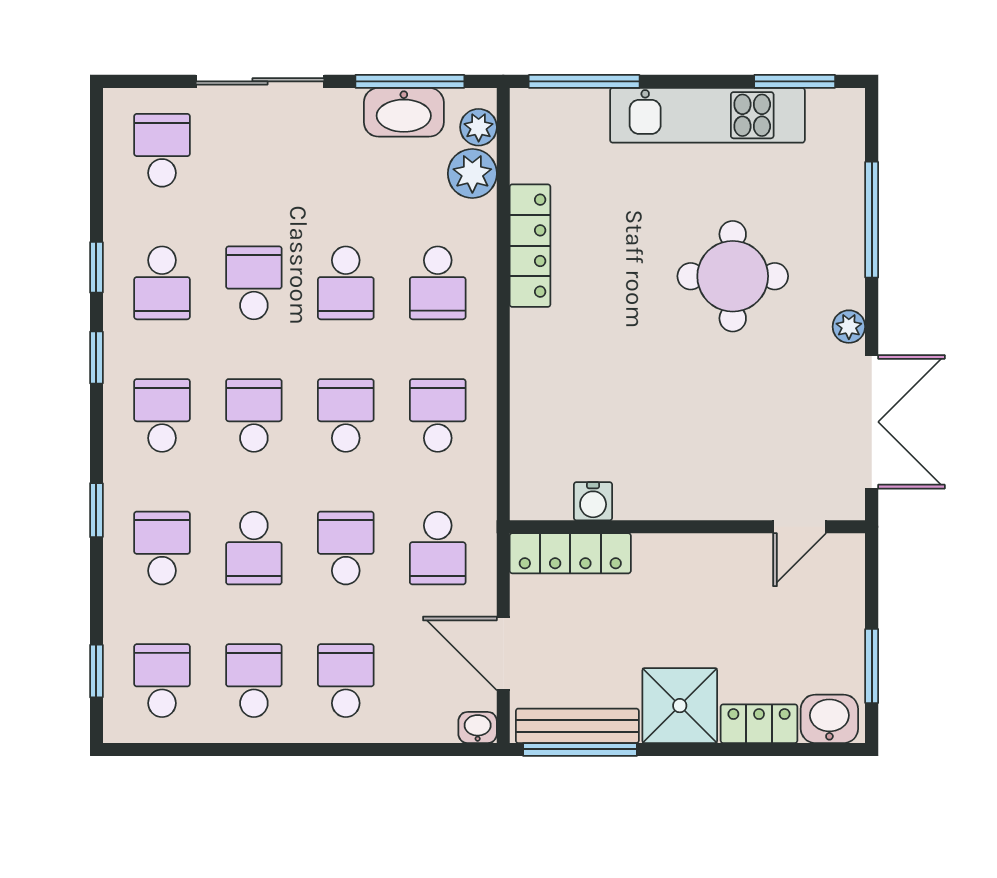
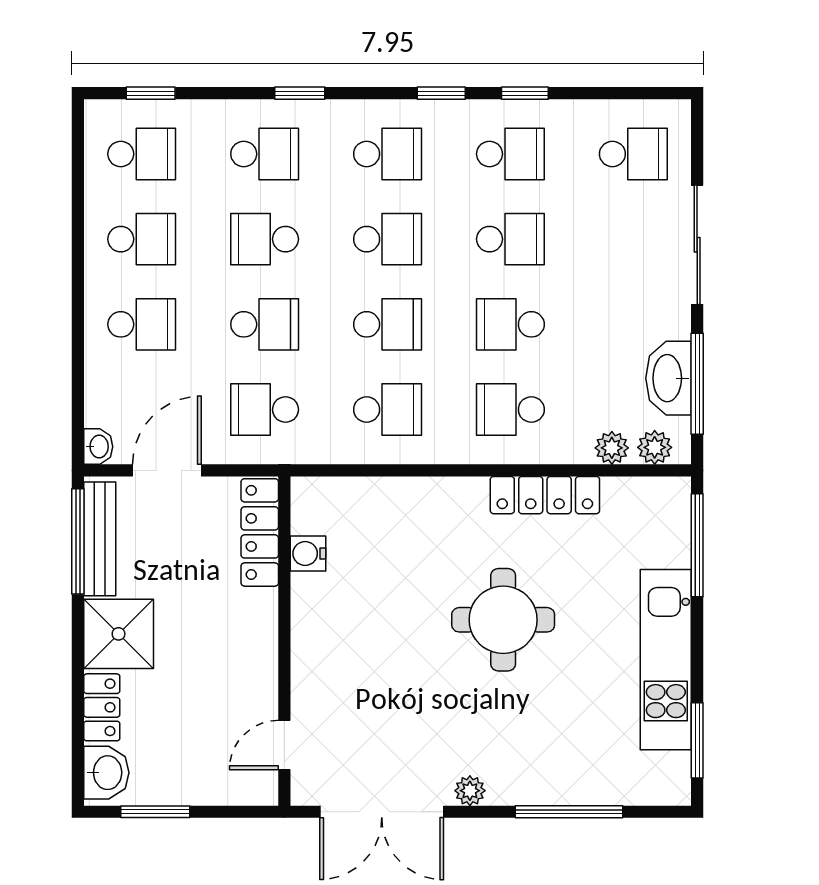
plant: (472, 174) -> (612, 448), width x0.73, depth x0.73
round table: (733, 276) -> (503, 620), moved
school desk: (162, 283) -> (510, 154), turned 180
door: (800, 527) -> (284, 745), hinge flipped

